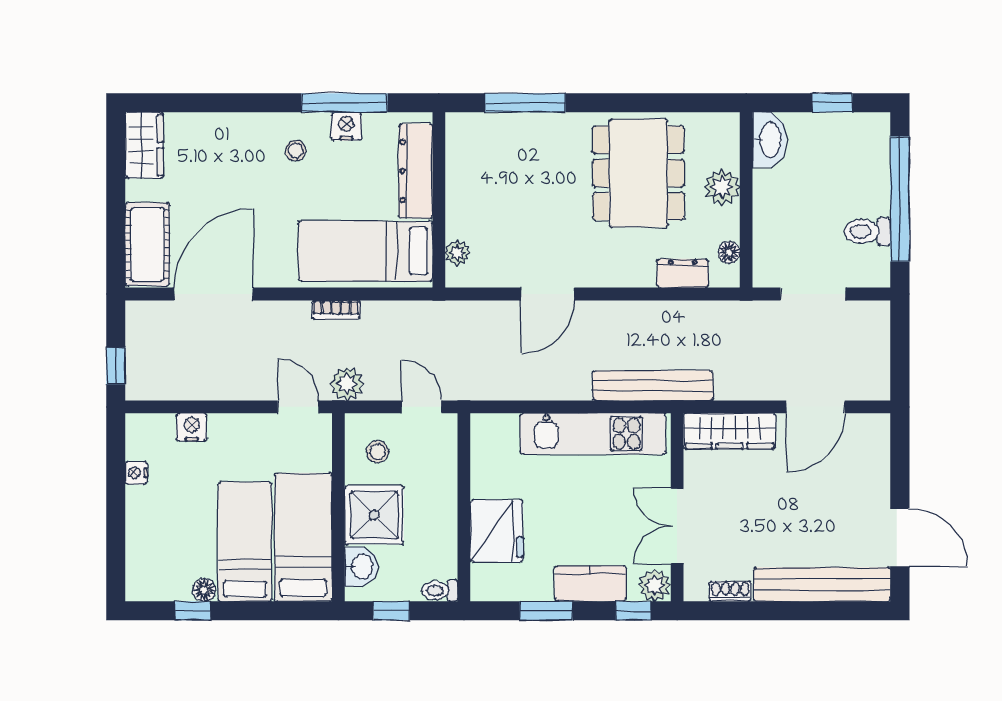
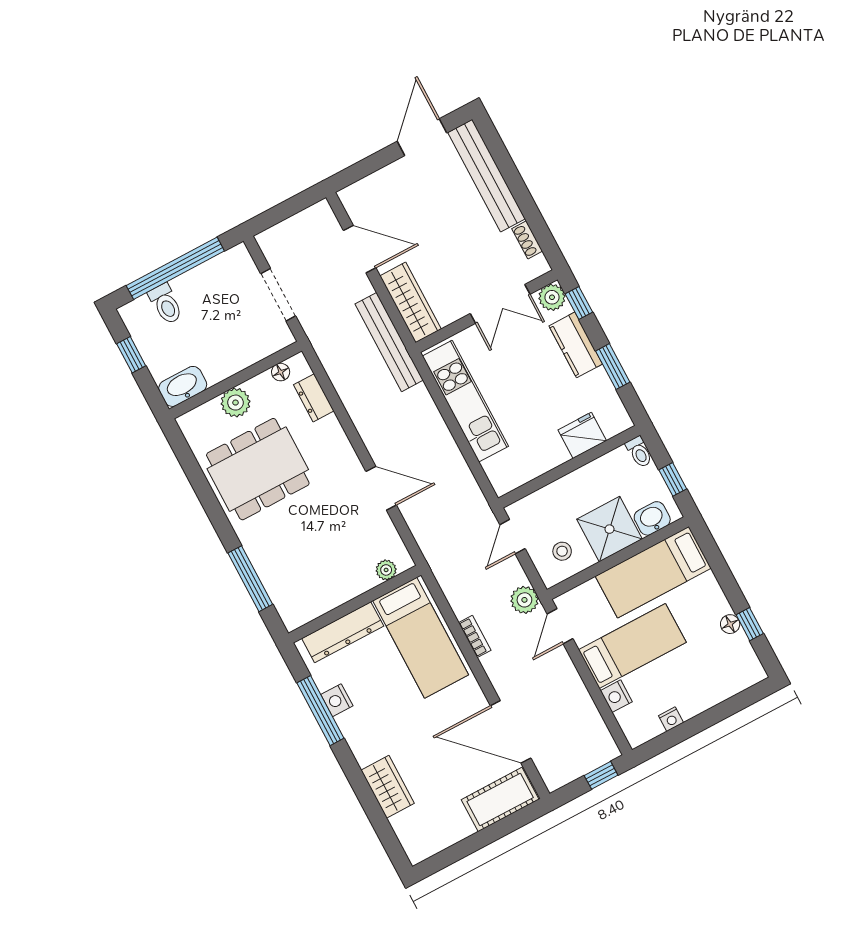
wardrobe: (144, 145) -> (388, 787), moved, turned 90
stool: (296, 151) -> (374, 728), removed
toilet: (867, 231) -> (166, 304), moved
bench: (653, 386) -> (389, 342), moved
fridge: (497, 531) -> (582, 435), width x0.73, depth x0.75
bed: (245, 542) -> (632, 646), moved, turned 180

